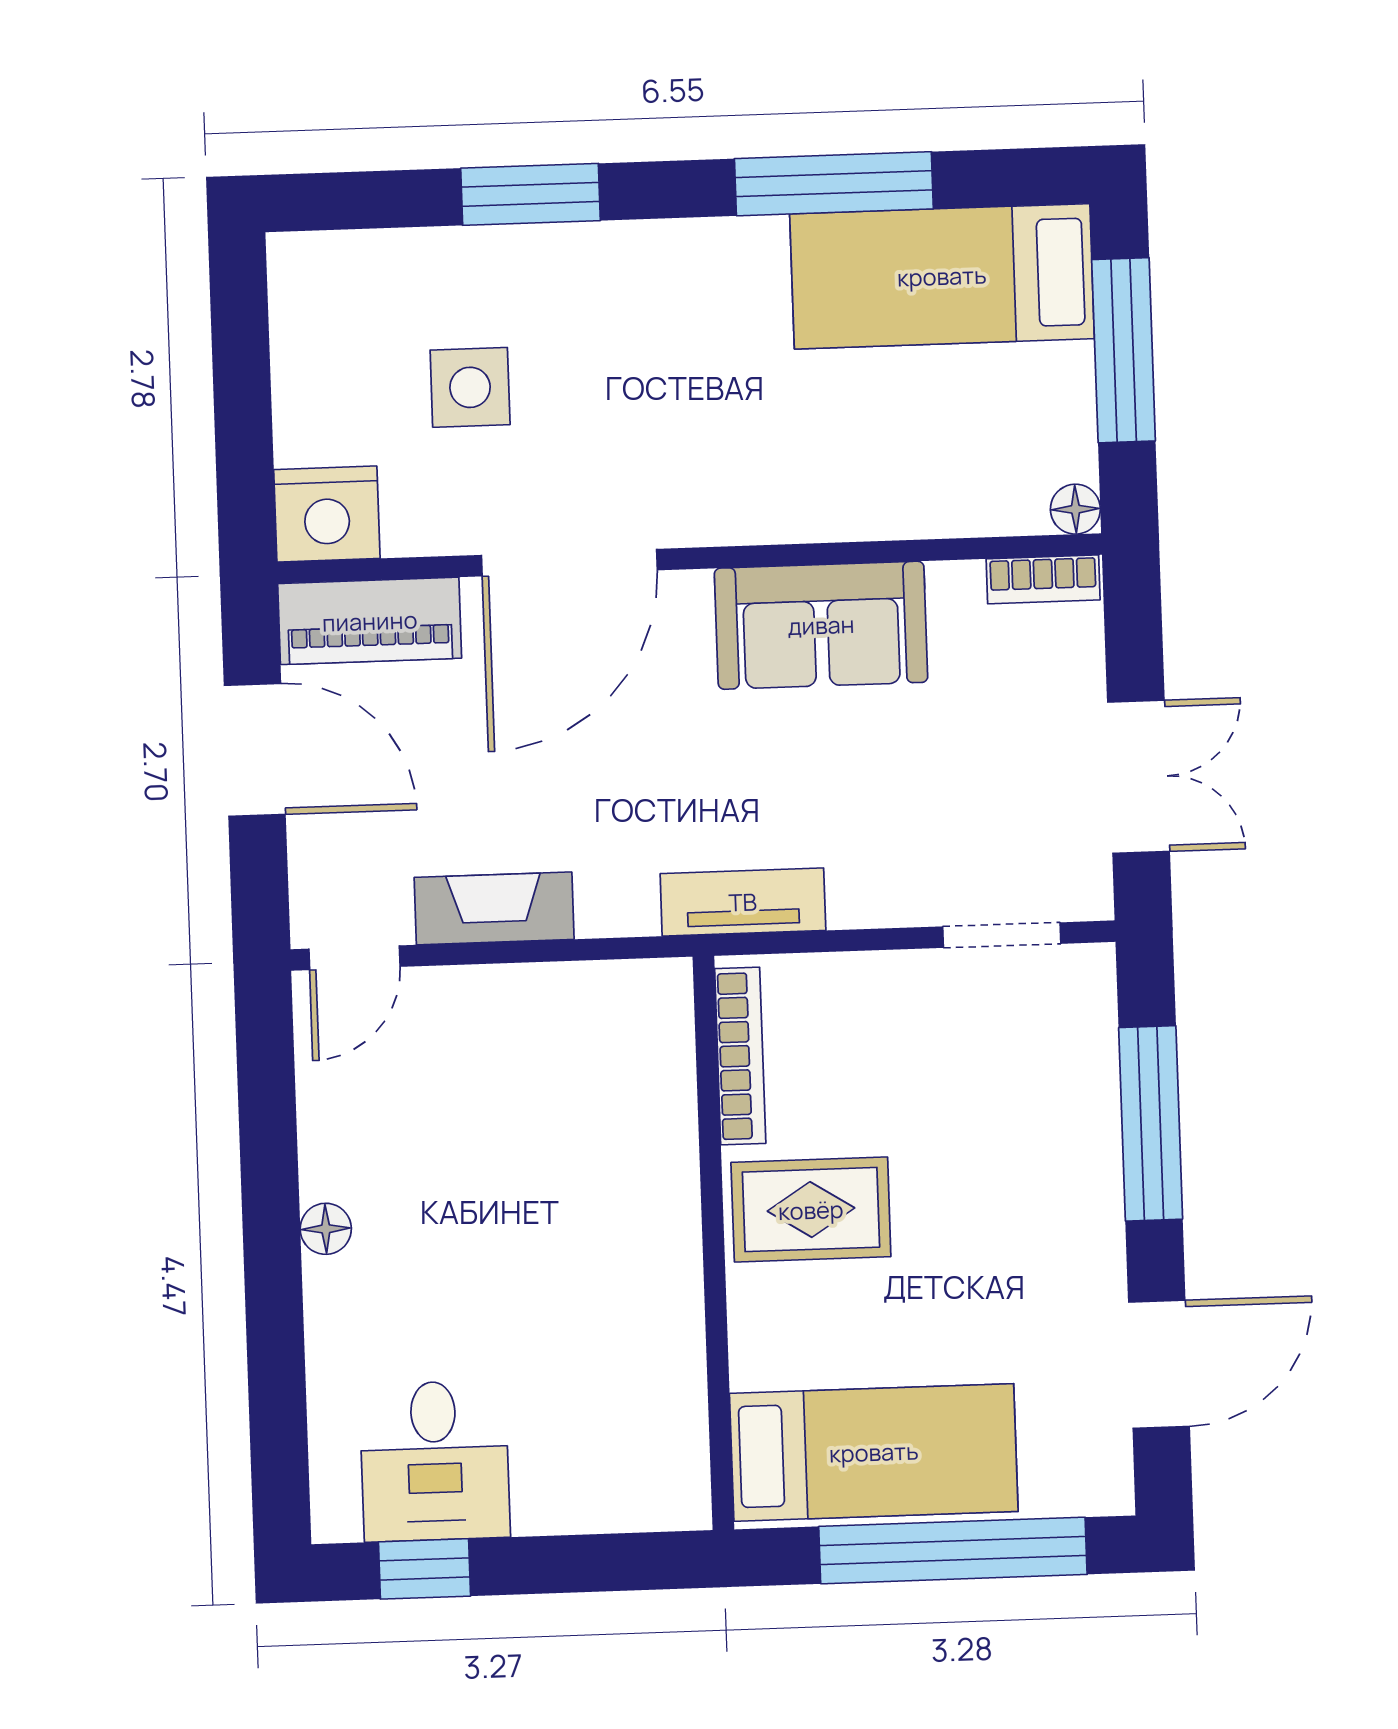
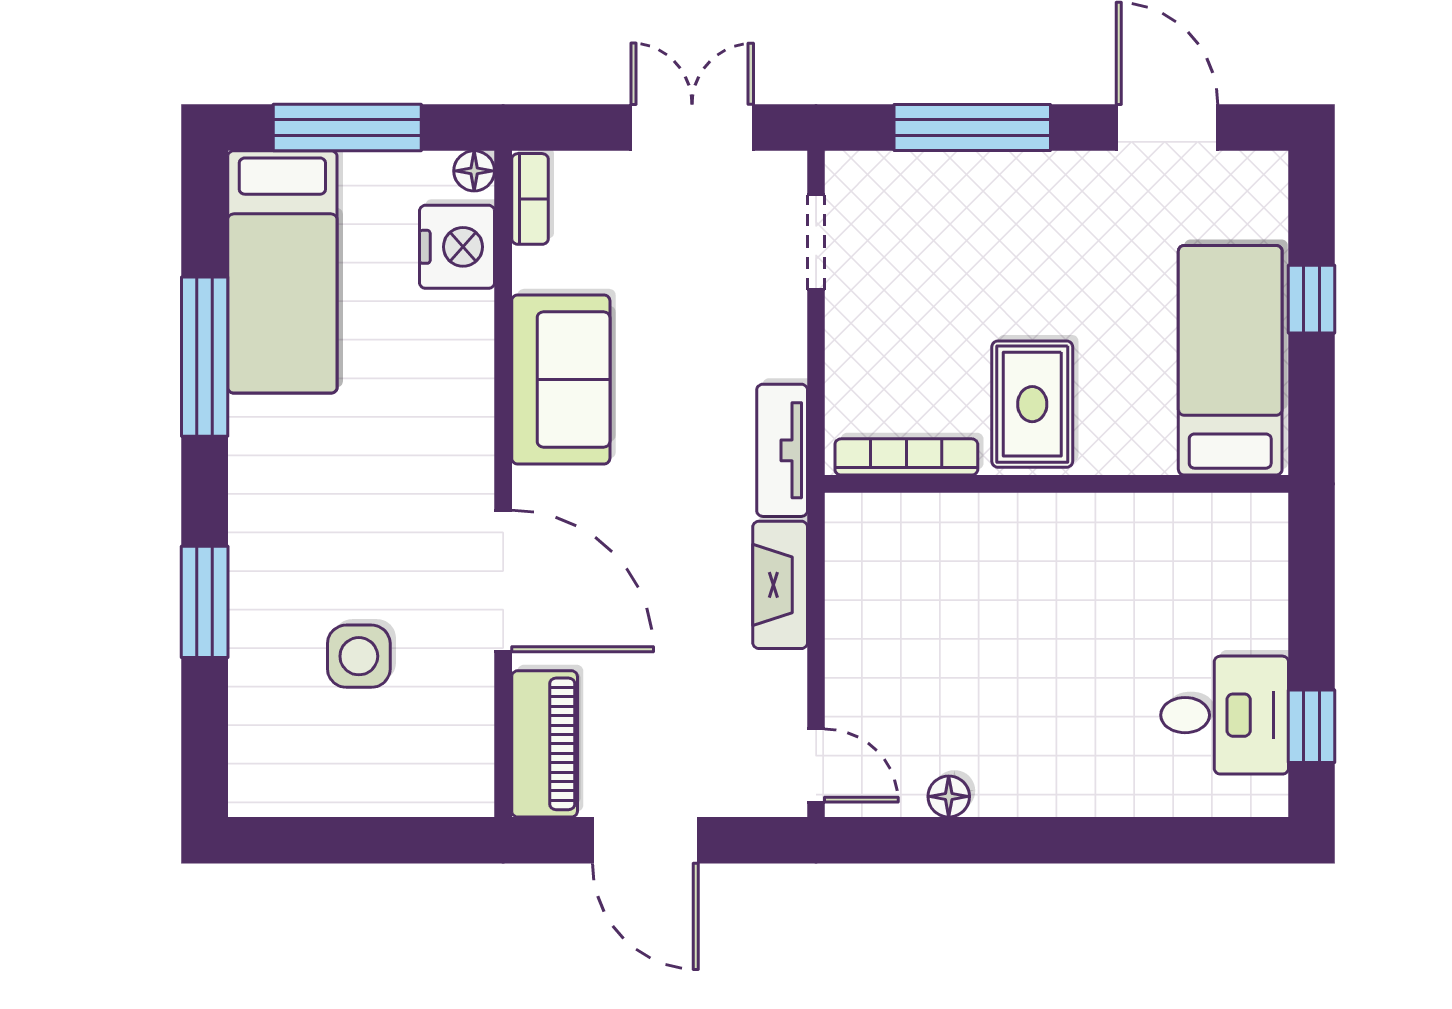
nightstand: (327, 514) -> (457, 247), moved
door: (255, 750) -> (645, 840), swing flipped
fireplace: (494, 908) -> (780, 585), moved
floor lamp: (326, 1229) -> (949, 796), moved
window: (953, 1550) -> (1312, 299), width x0.32

